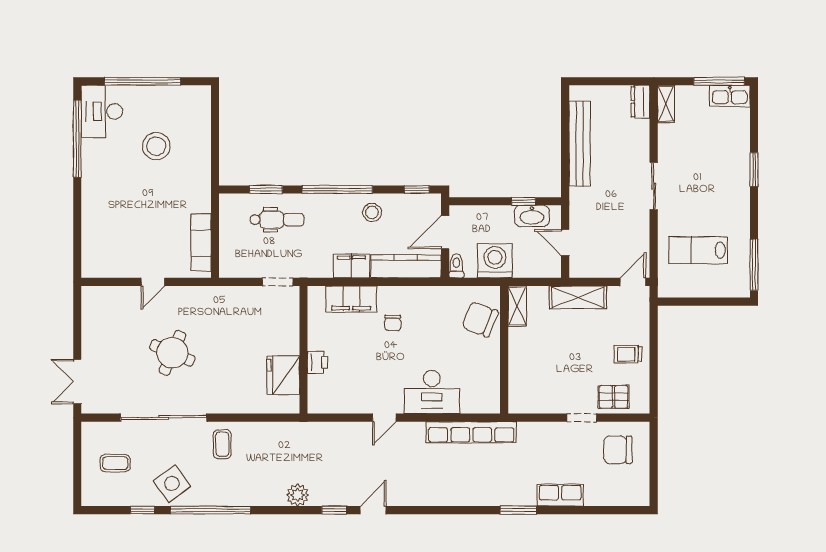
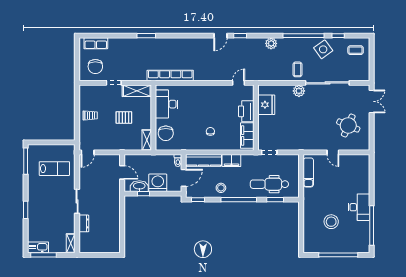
dresser: (640, 102) -> (84, 223), moved
desk: (102, 111) -> (359, 207), moved
bench: (580, 144) -> (115, 223), removed
dental chair: (277, 220) -> (269, 184), width x1.36, depth x1.38
washing machine: (495, 261) -> (158, 183), moved, turned 180
door: (153, 282) -> (333, 152), swing flipped
shelving: (578, 297) -> (137, 91), moved
filing cabinet: (351, 299) -> (247, 136), moved, turned -90
chair: (480, 319) -> (166, 133), turned 69
round table: (172, 353) -> (348, 125), moved
printer: (317, 362) -> (246, 111), width x1.87, depth x1.48
desk: (432, 392) -> (167, 104), moved, turned -90
pallet: (614, 397) -> (124, 117), moved
plant: (219, 402) -> (299, 91), added
door: (384, 418) -> (238, 83), moved
chair: (618, 450) -> (95, 67), turned 90
coffee table: (115, 463) -> (356, 50), moved
plant: (298, 495) -> (271, 43), moved
row of seats: (560, 495) -> (96, 43), moved

